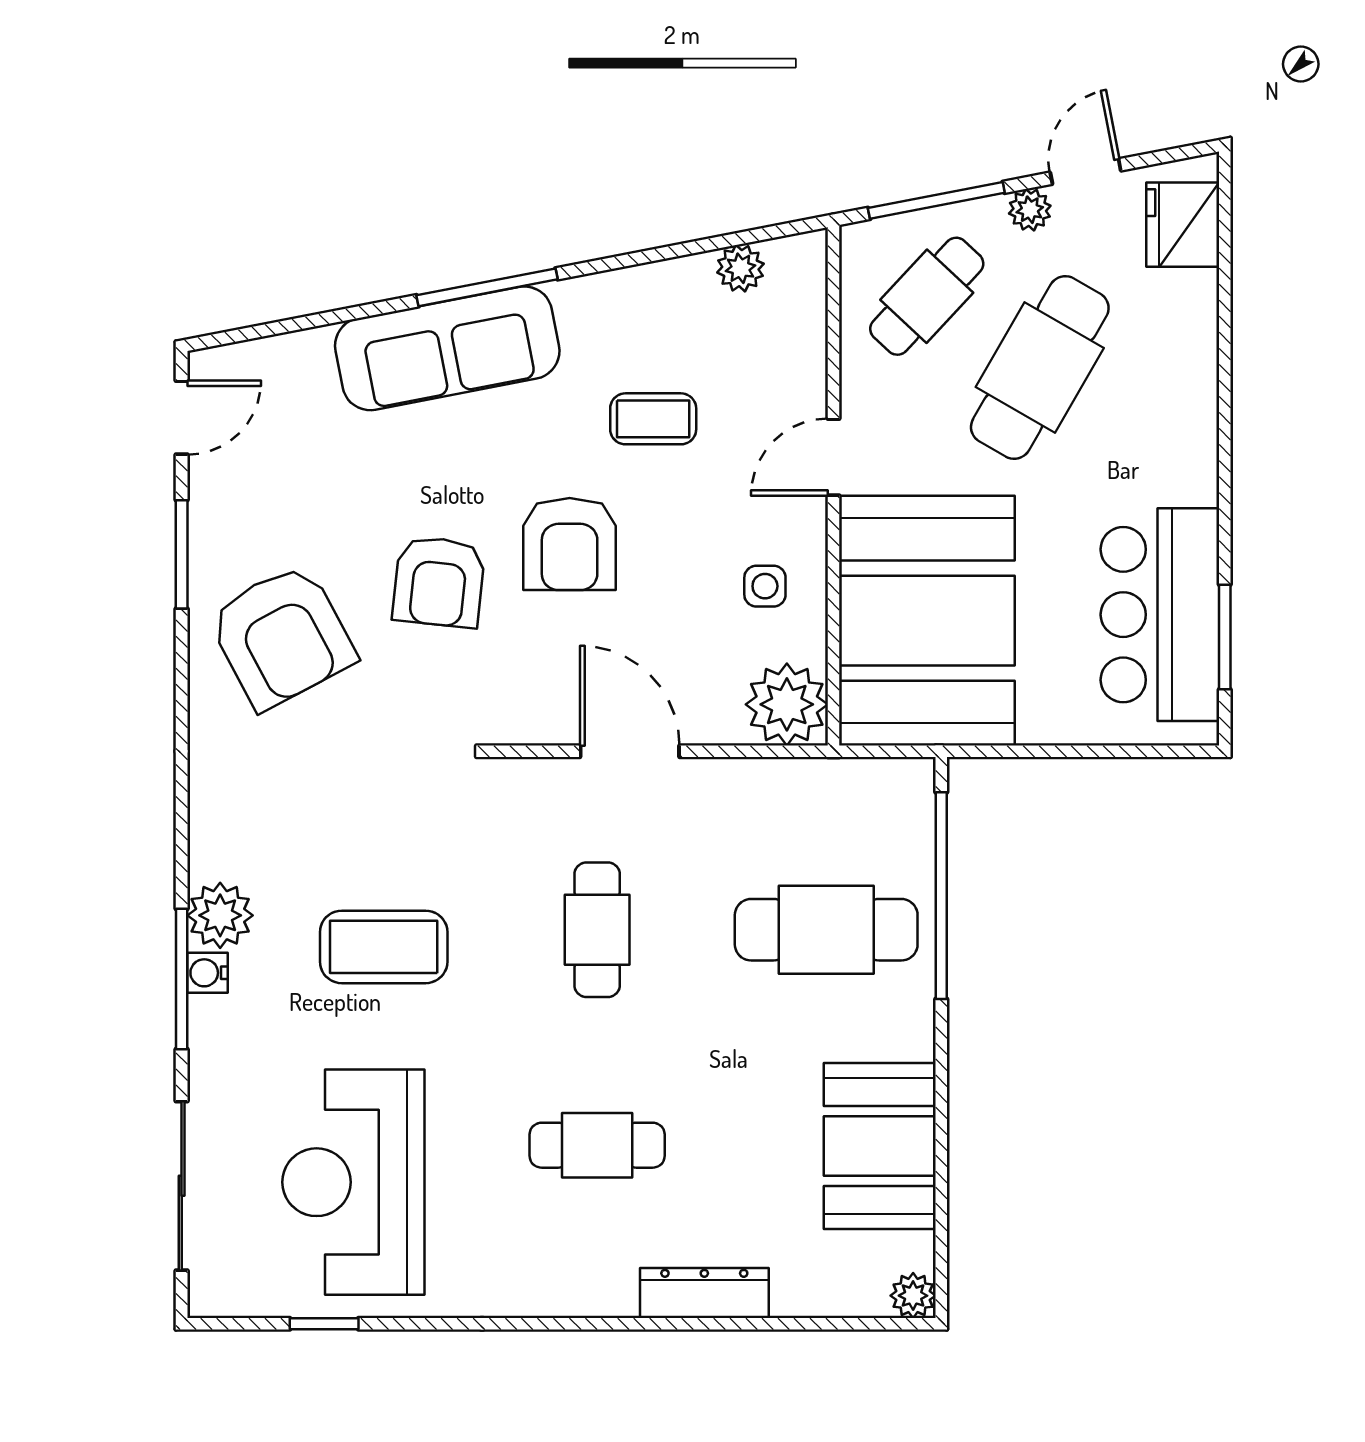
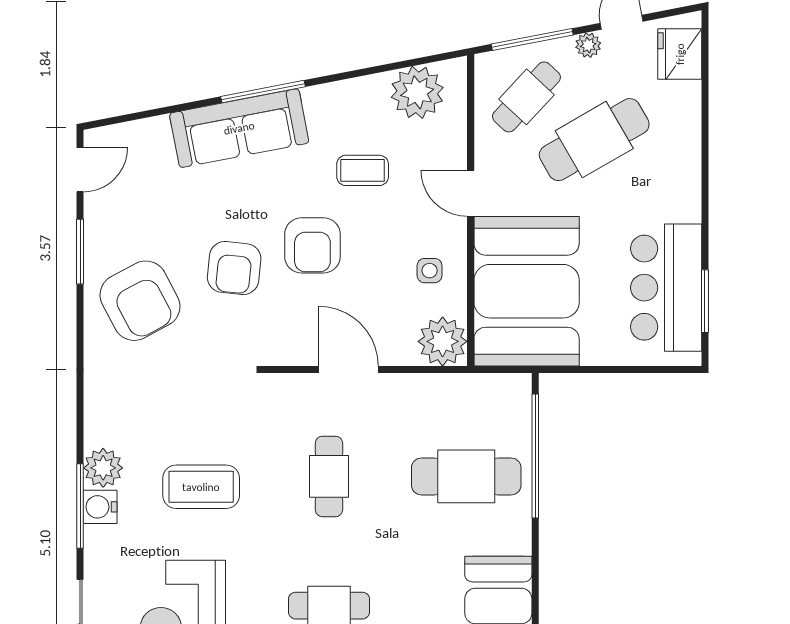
plant: (740, 268) -> (417, 92), width x1.87, depth x1.87
cafe table: (1040, 367) -> (594, 140), turned 30
door: (834, 457) -> (471, 193), hinge flipped
water cooler: (207, 973) -> (100, 507), width x1.38, depth x1.38

